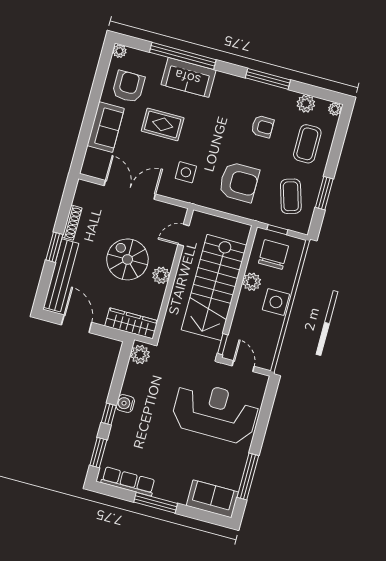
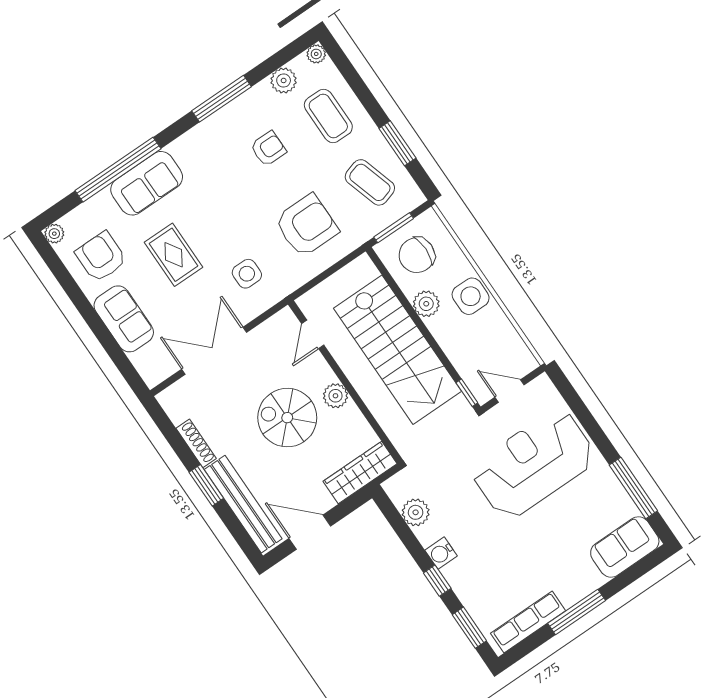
rug: (163, 124) -> (174, 255), turned 90
window: (277, 230) -> (394, 228), width x1.50
chair: (273, 255) -> (417, 255), turned -90
plant: (140, 354) -> (416, 512), moved

